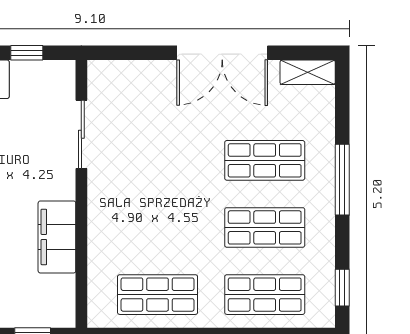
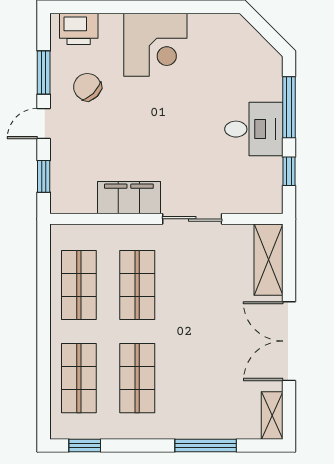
shelving: (128, 76) -> (268, 260), added
sliding door: (81, 134) -> (192, 219), moved
shop shelf: (265, 160) -> (137, 285), moved
window: (342, 180) -> (206, 446), moved

